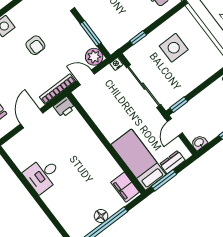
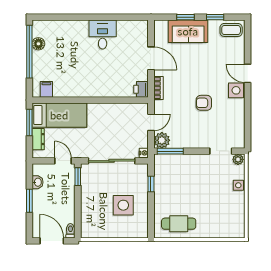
window: (91, 33) -> (170, 151), moved
bookcase: (58, 89) -> (158, 88), width x0.64
washbasin: (199, 143) -> (38, 182), moved
filing cabinet: (125, 187) -> (46, 89), width x0.50
floor lamp: (101, 216) -> (38, 44), moved

